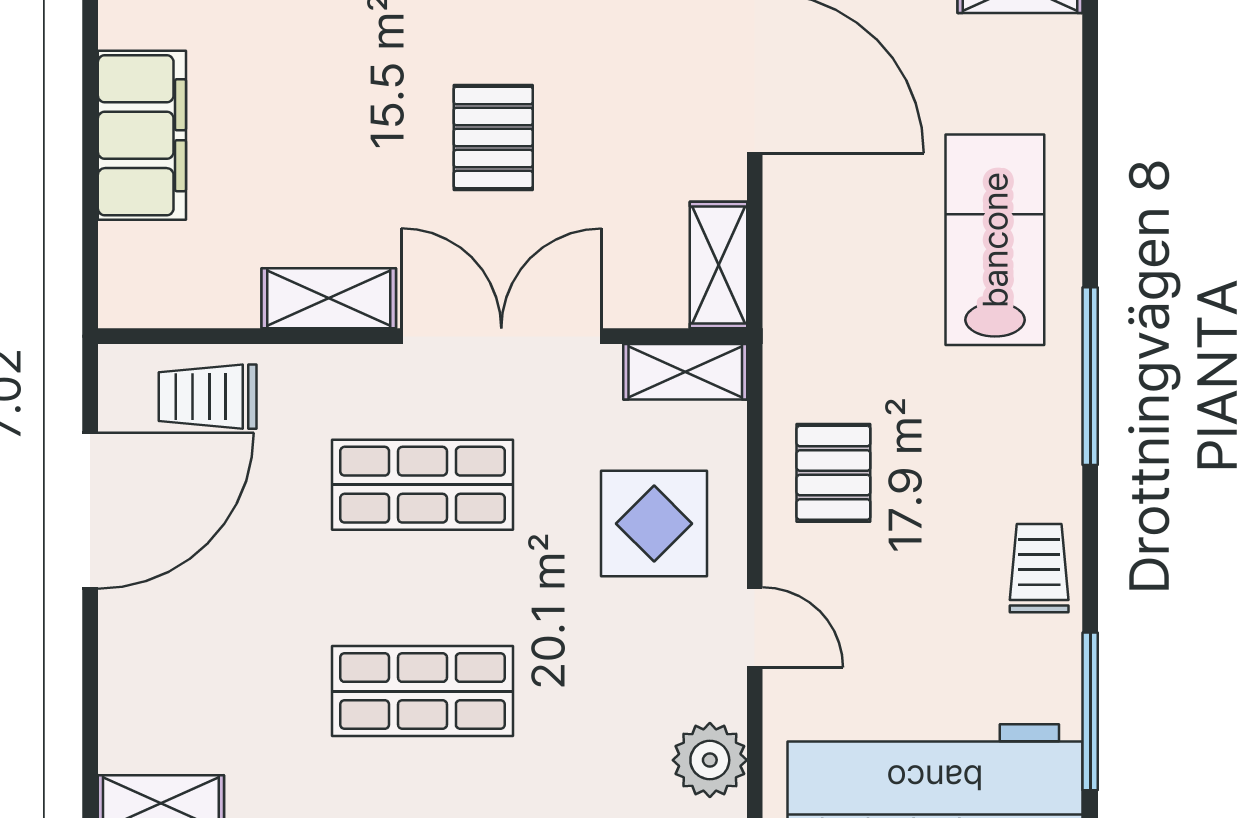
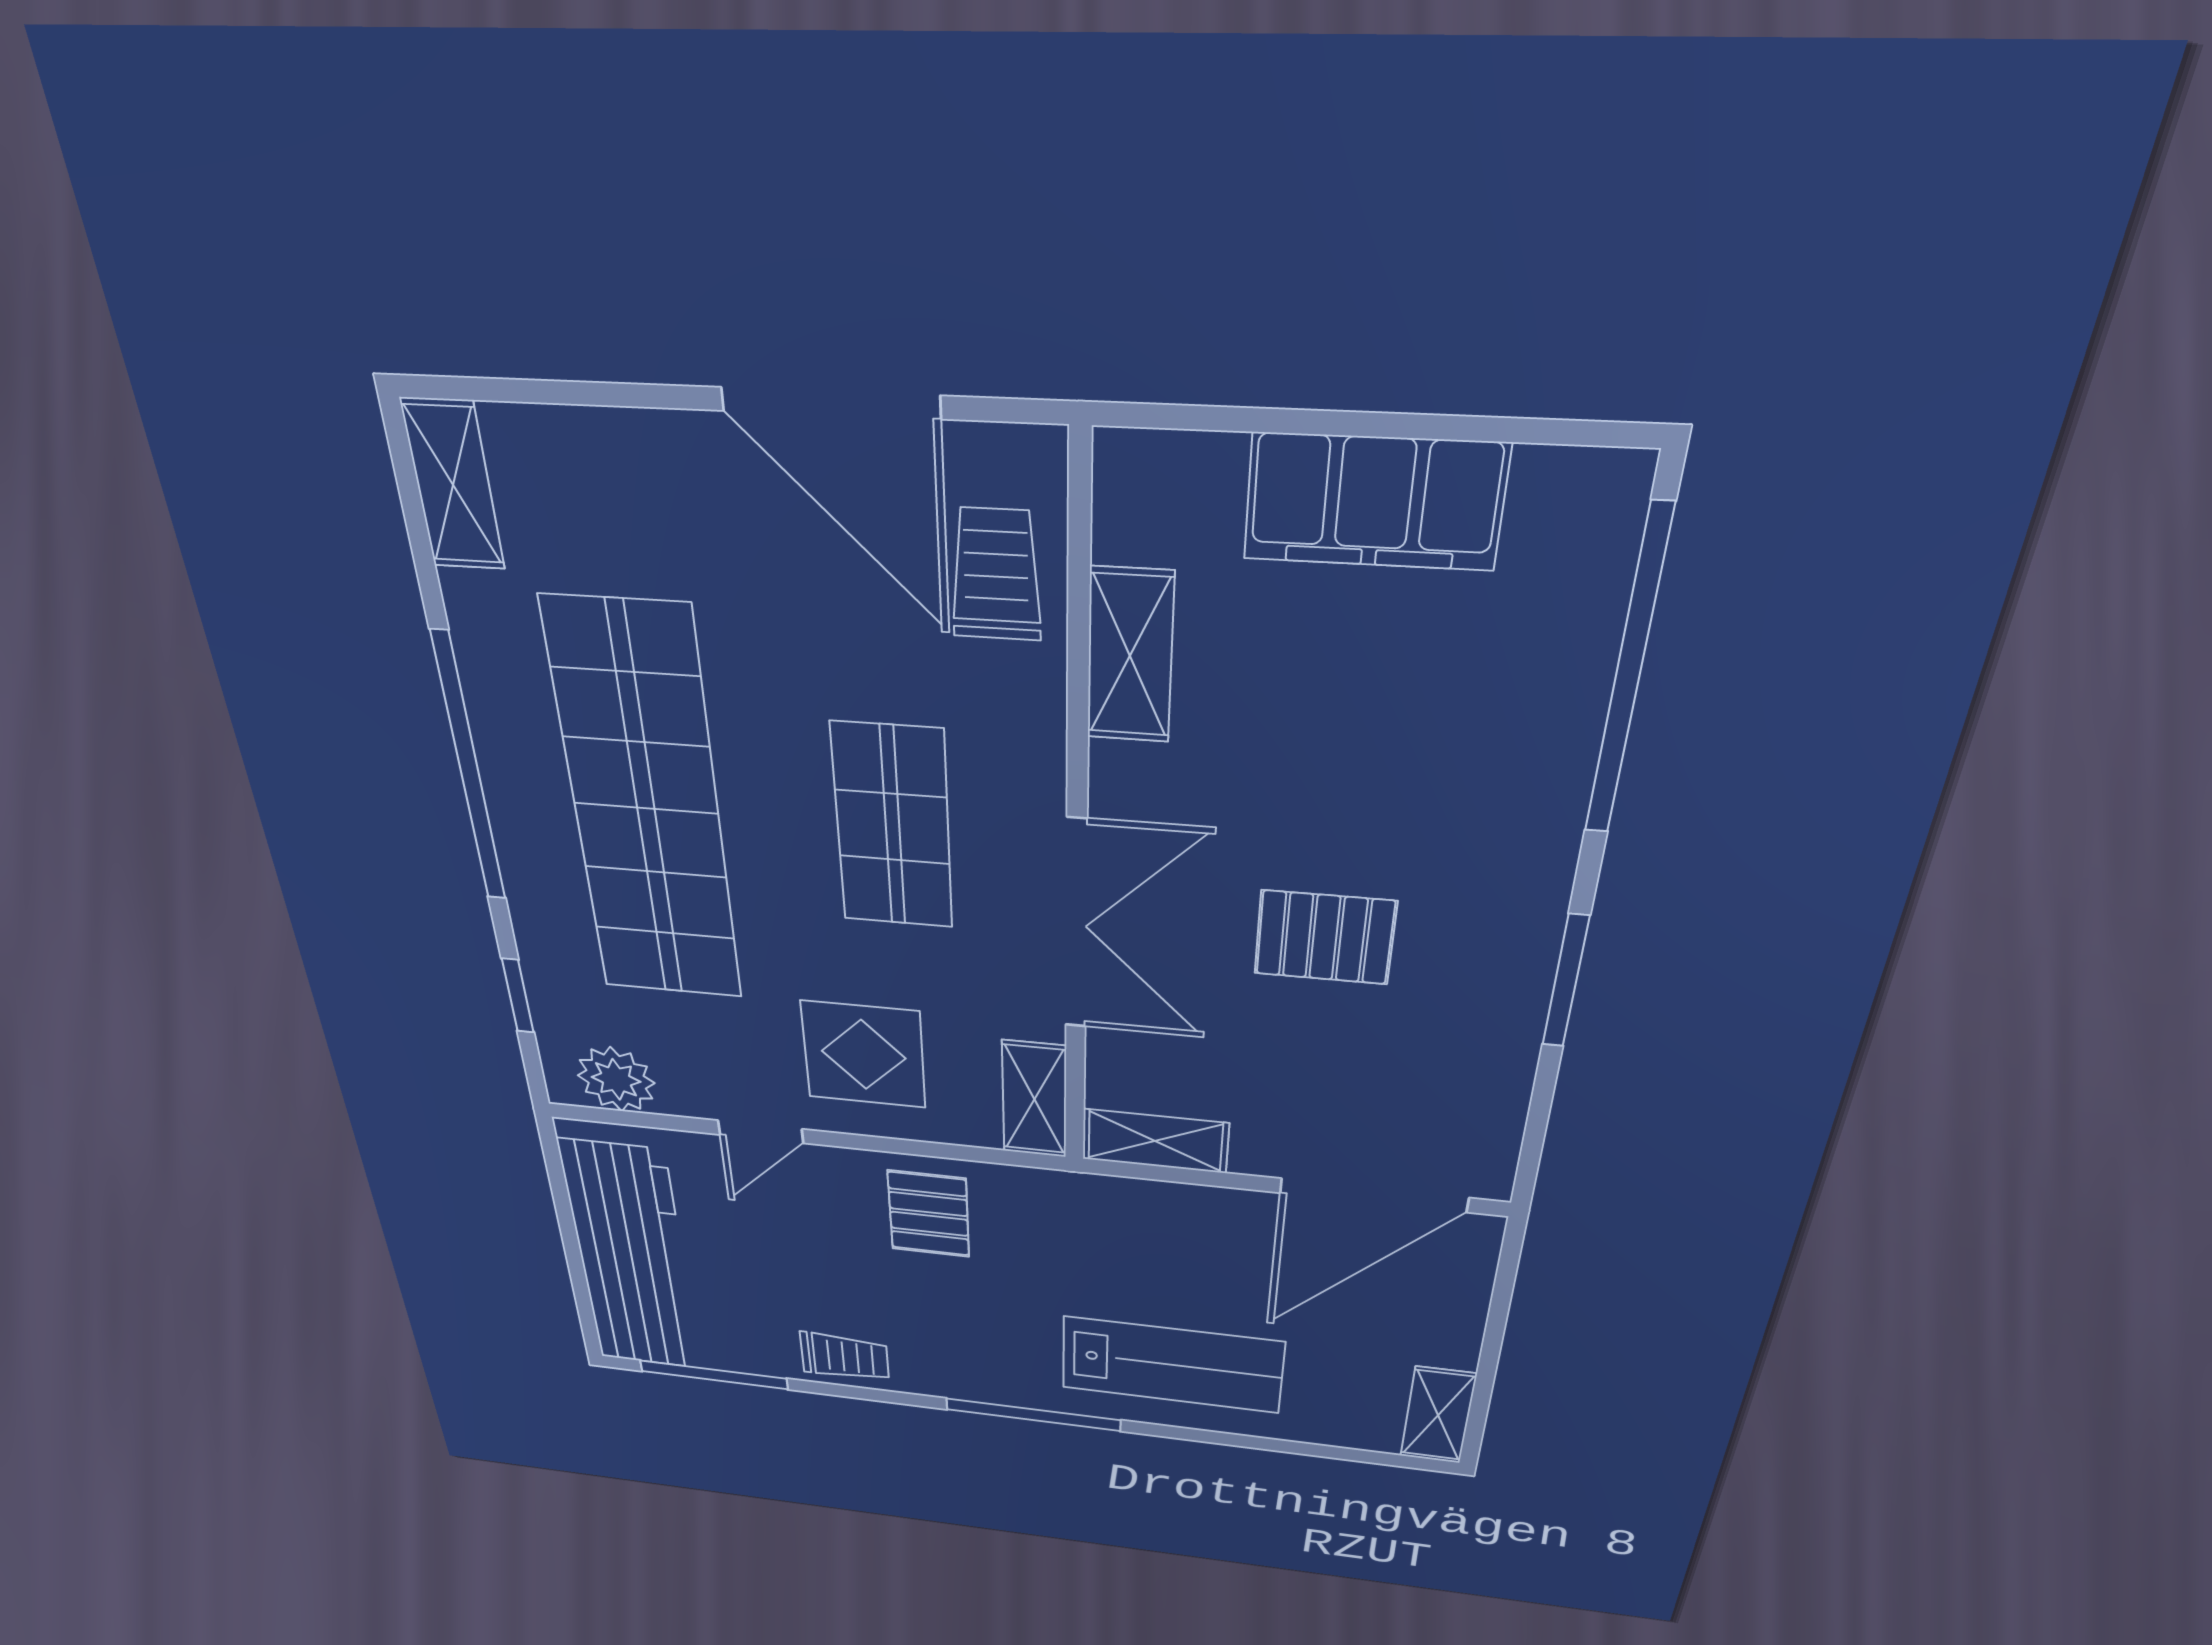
shelving: (329, 298) -> (1130, 656), moved
pallet: (833, 473) -> (929, 1214), turned 90
shop shelf: (422, 691) -> (646, 808), width x2.00, depth x1.36

